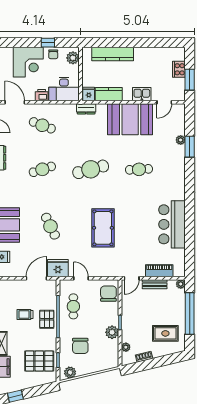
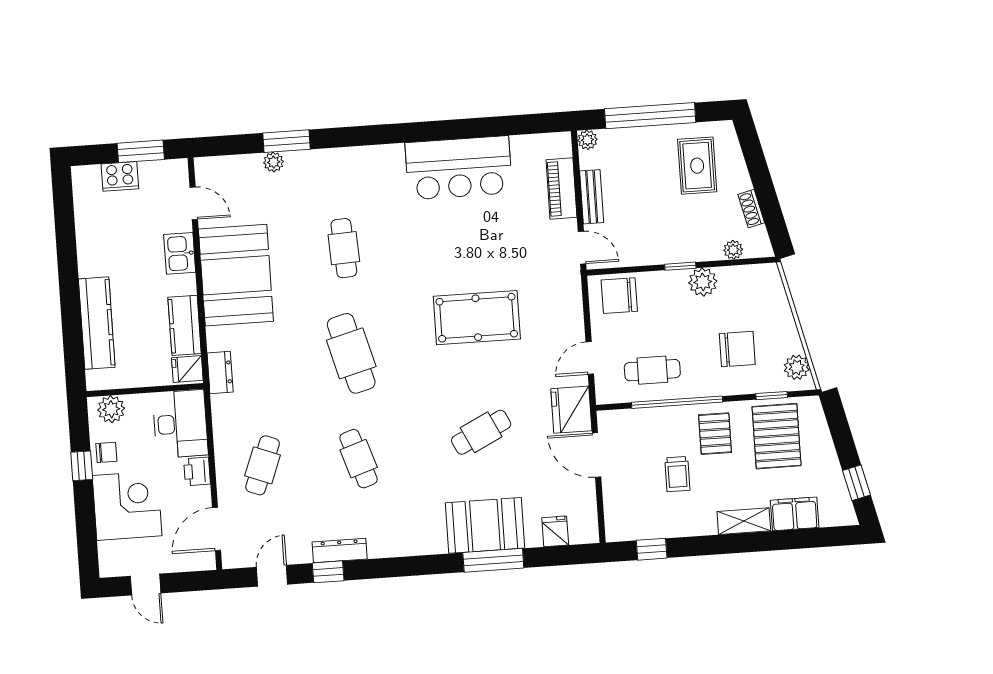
pallet: (47, 319) -> (715, 434), moved, turned 90

